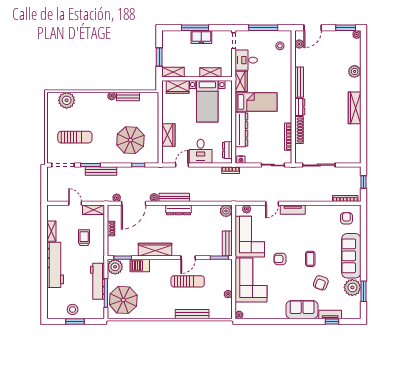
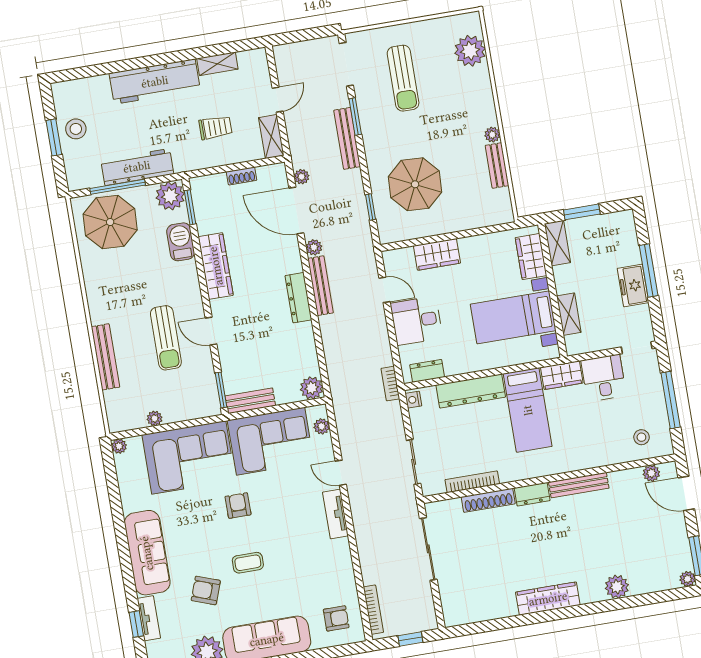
sofa: (302, 310) -> (147, 553), width x1.36

